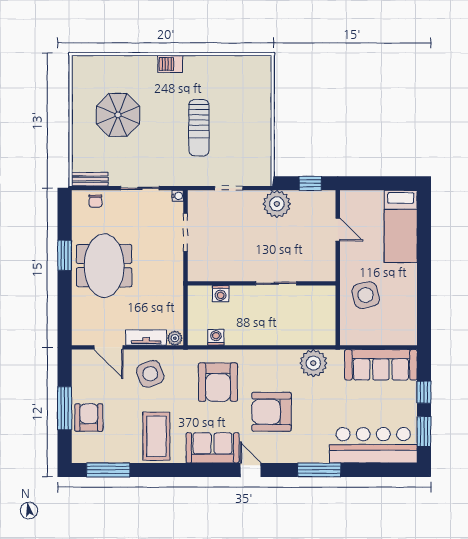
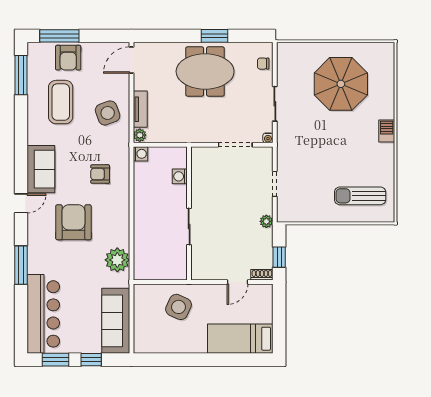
parasol: (118, 115) -> (341, 84), width x1.36, depth x1.36
sun lounger: (199, 128) -> (360, 196), moved
bench: (90, 179) -> (283, 59), removed
shoe rack: (330, 202) -> (262, 275), added
plant: (277, 204) -> (266, 221), width x0.53, depth x0.53
side table: (366, 295) -> (178, 307), turned 38
washing machine: (216, 337) -> (140, 154), moved
door: (108, 347) -> (131, 60), moved
armchair: (218, 382) -> (100, 174), width x0.53, depth x0.53
window: (65, 408) -> (59, 36), moved
armchair: (89, 418) -> (68, 58), turned 90
coffee table: (156, 436) -> (61, 102), moved, turned 90

